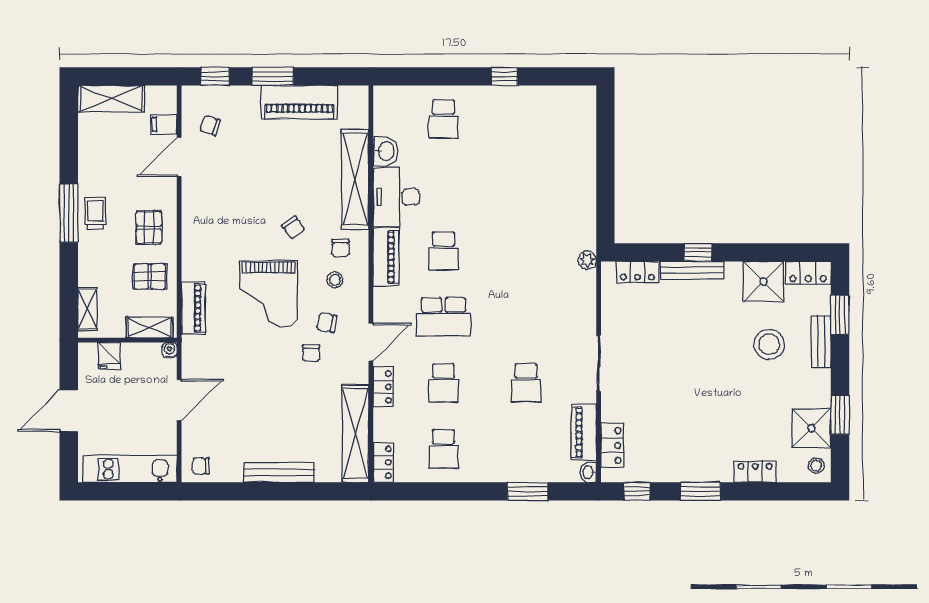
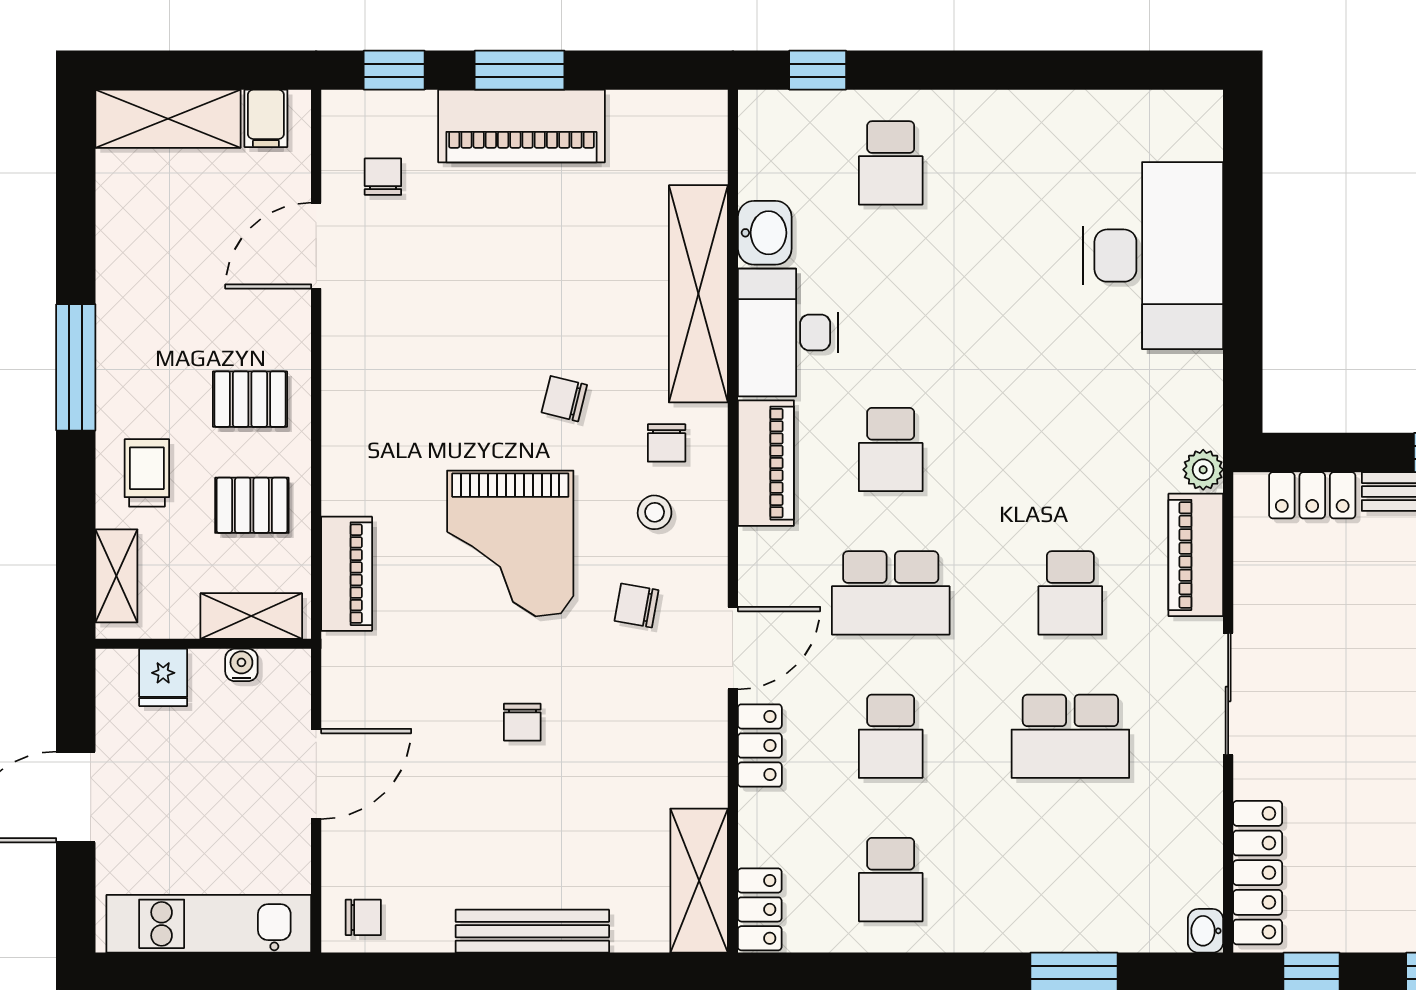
window: (505, 76) -> (818, 70), moved
piano: (299, 102) -> (521, 126), moved
filing cabinet: (164, 124) -> (266, 118), moved, turned -90
chair: (210, 125) -> (383, 177), turned 72
desk: (564, 162) -> (1153, 256), added
trolley: (95, 213) -> (147, 473), moved
chair: (293, 227) -> (564, 399), turned 139
pallet: (149, 228) -> (250, 399), turned 90
school desk: (526, 317) -> (1070, 593), added
water cooler: (170, 350) -> (241, 665), moved
chair: (311, 353) -> (522, 722), moved
school desk: (526, 383) -> (1070, 736), width x1.85
piano: (584, 432) -> (1196, 555), moved
shelving: (355, 434) -> (699, 881), width x0.68
locker: (612, 445) -> (1258, 873), width x1.53
chair: (201, 466) -> (363, 917), turned 180

